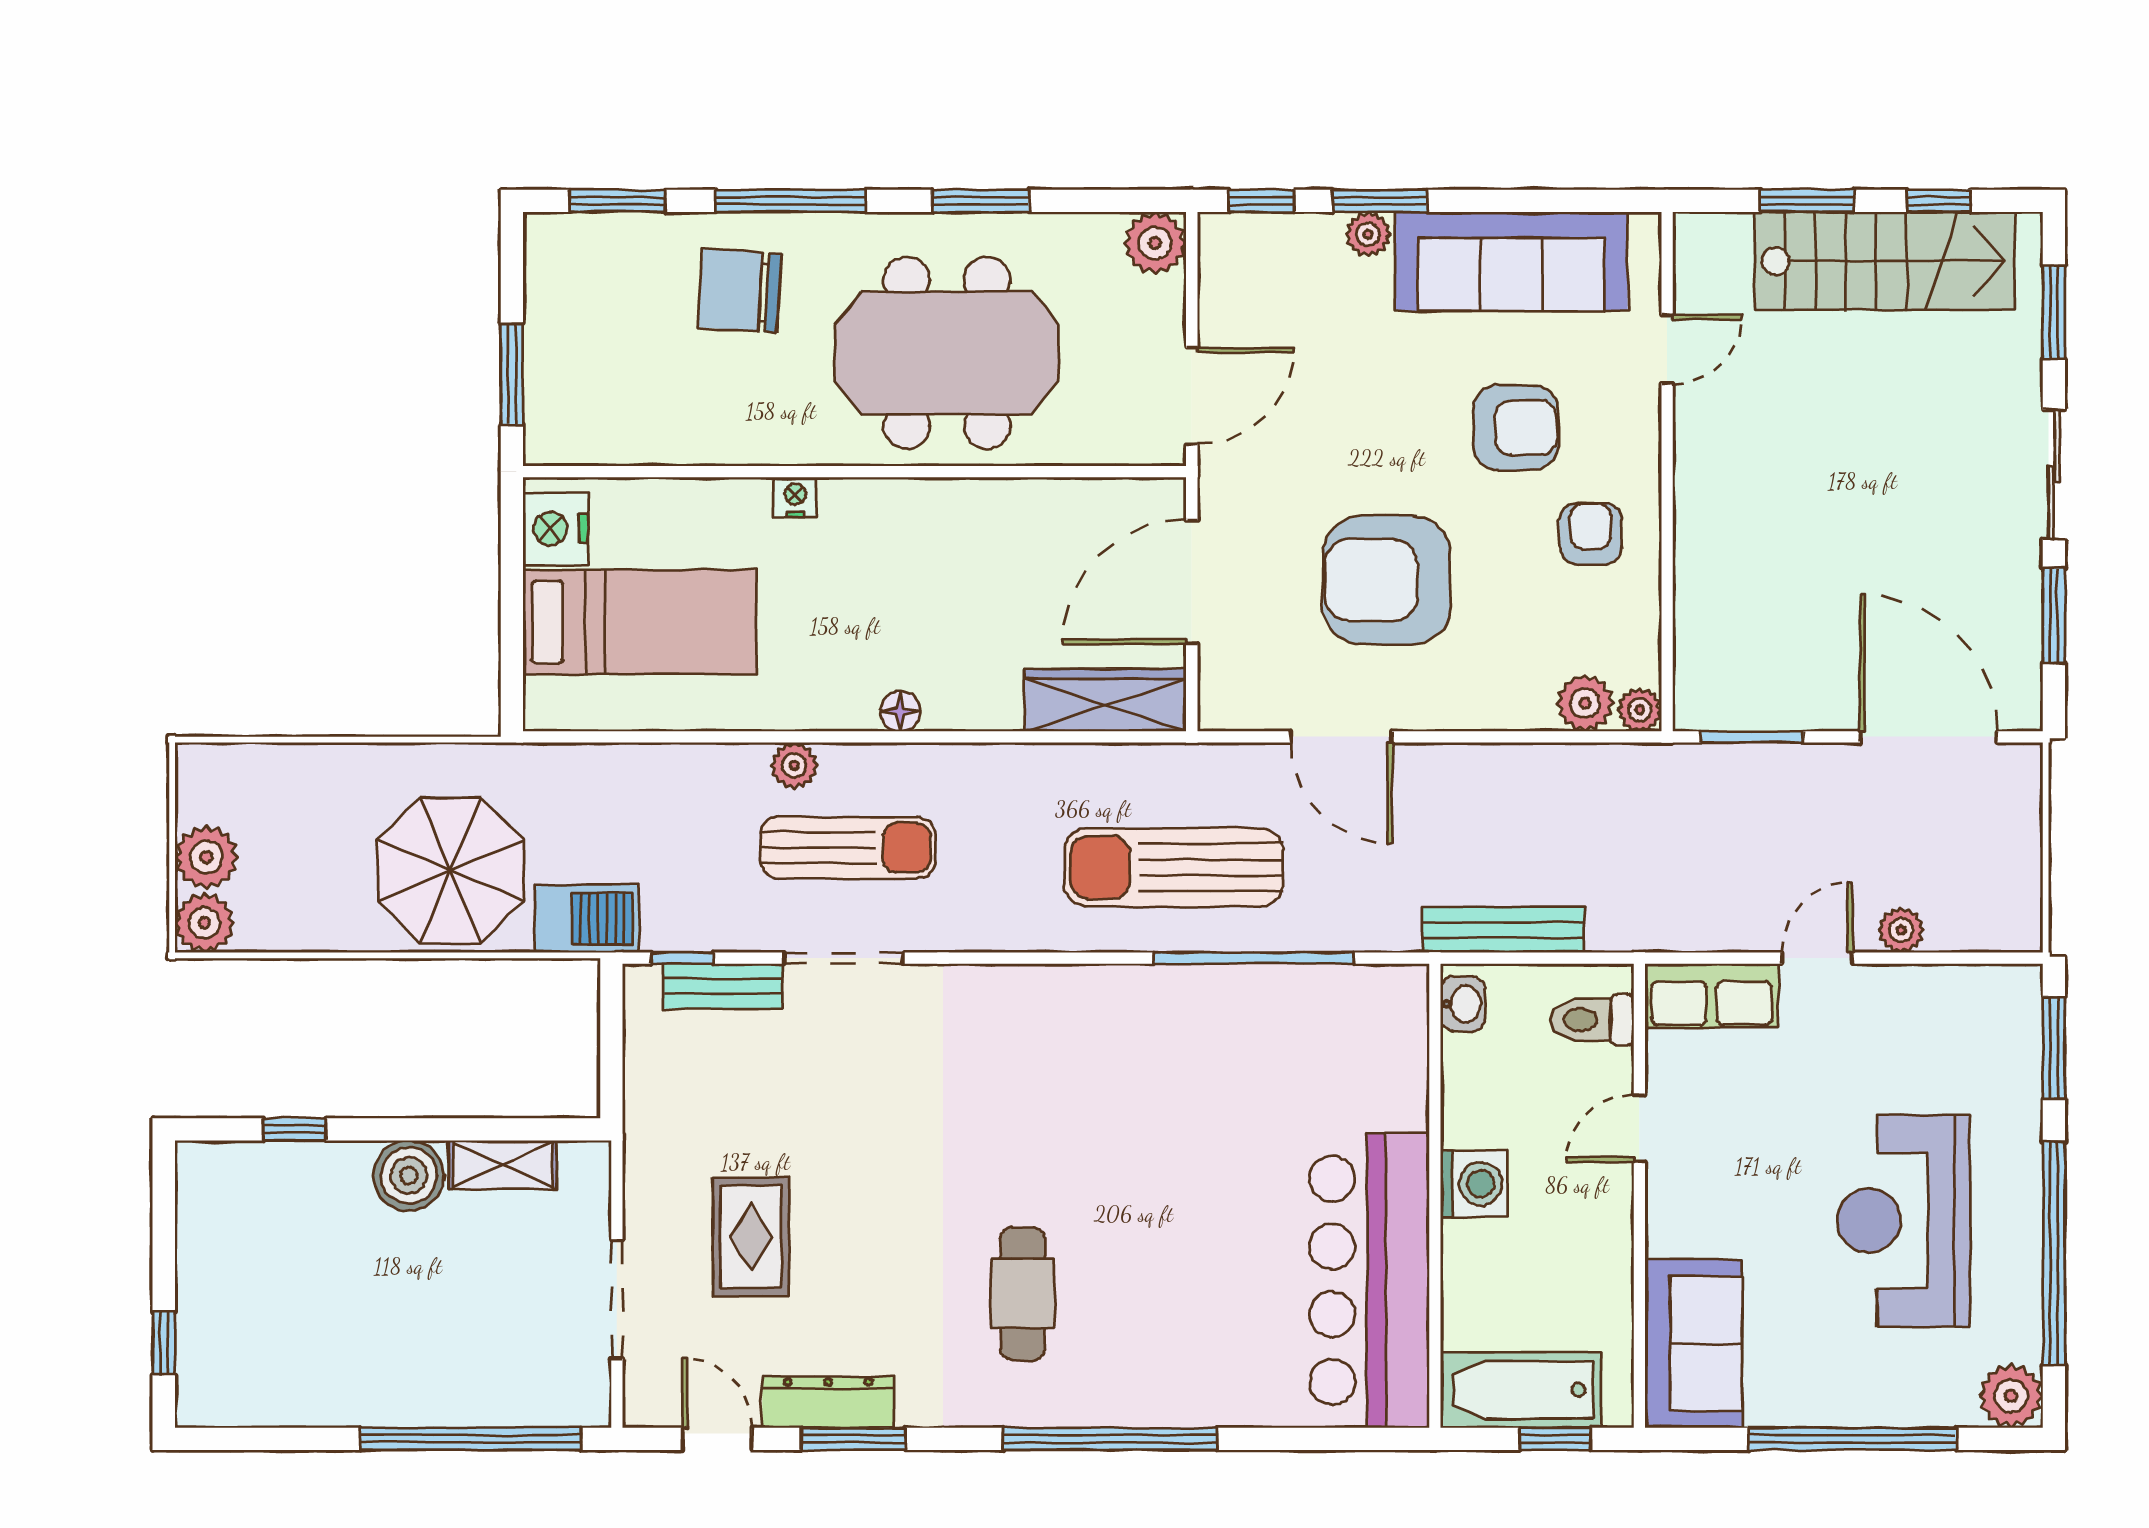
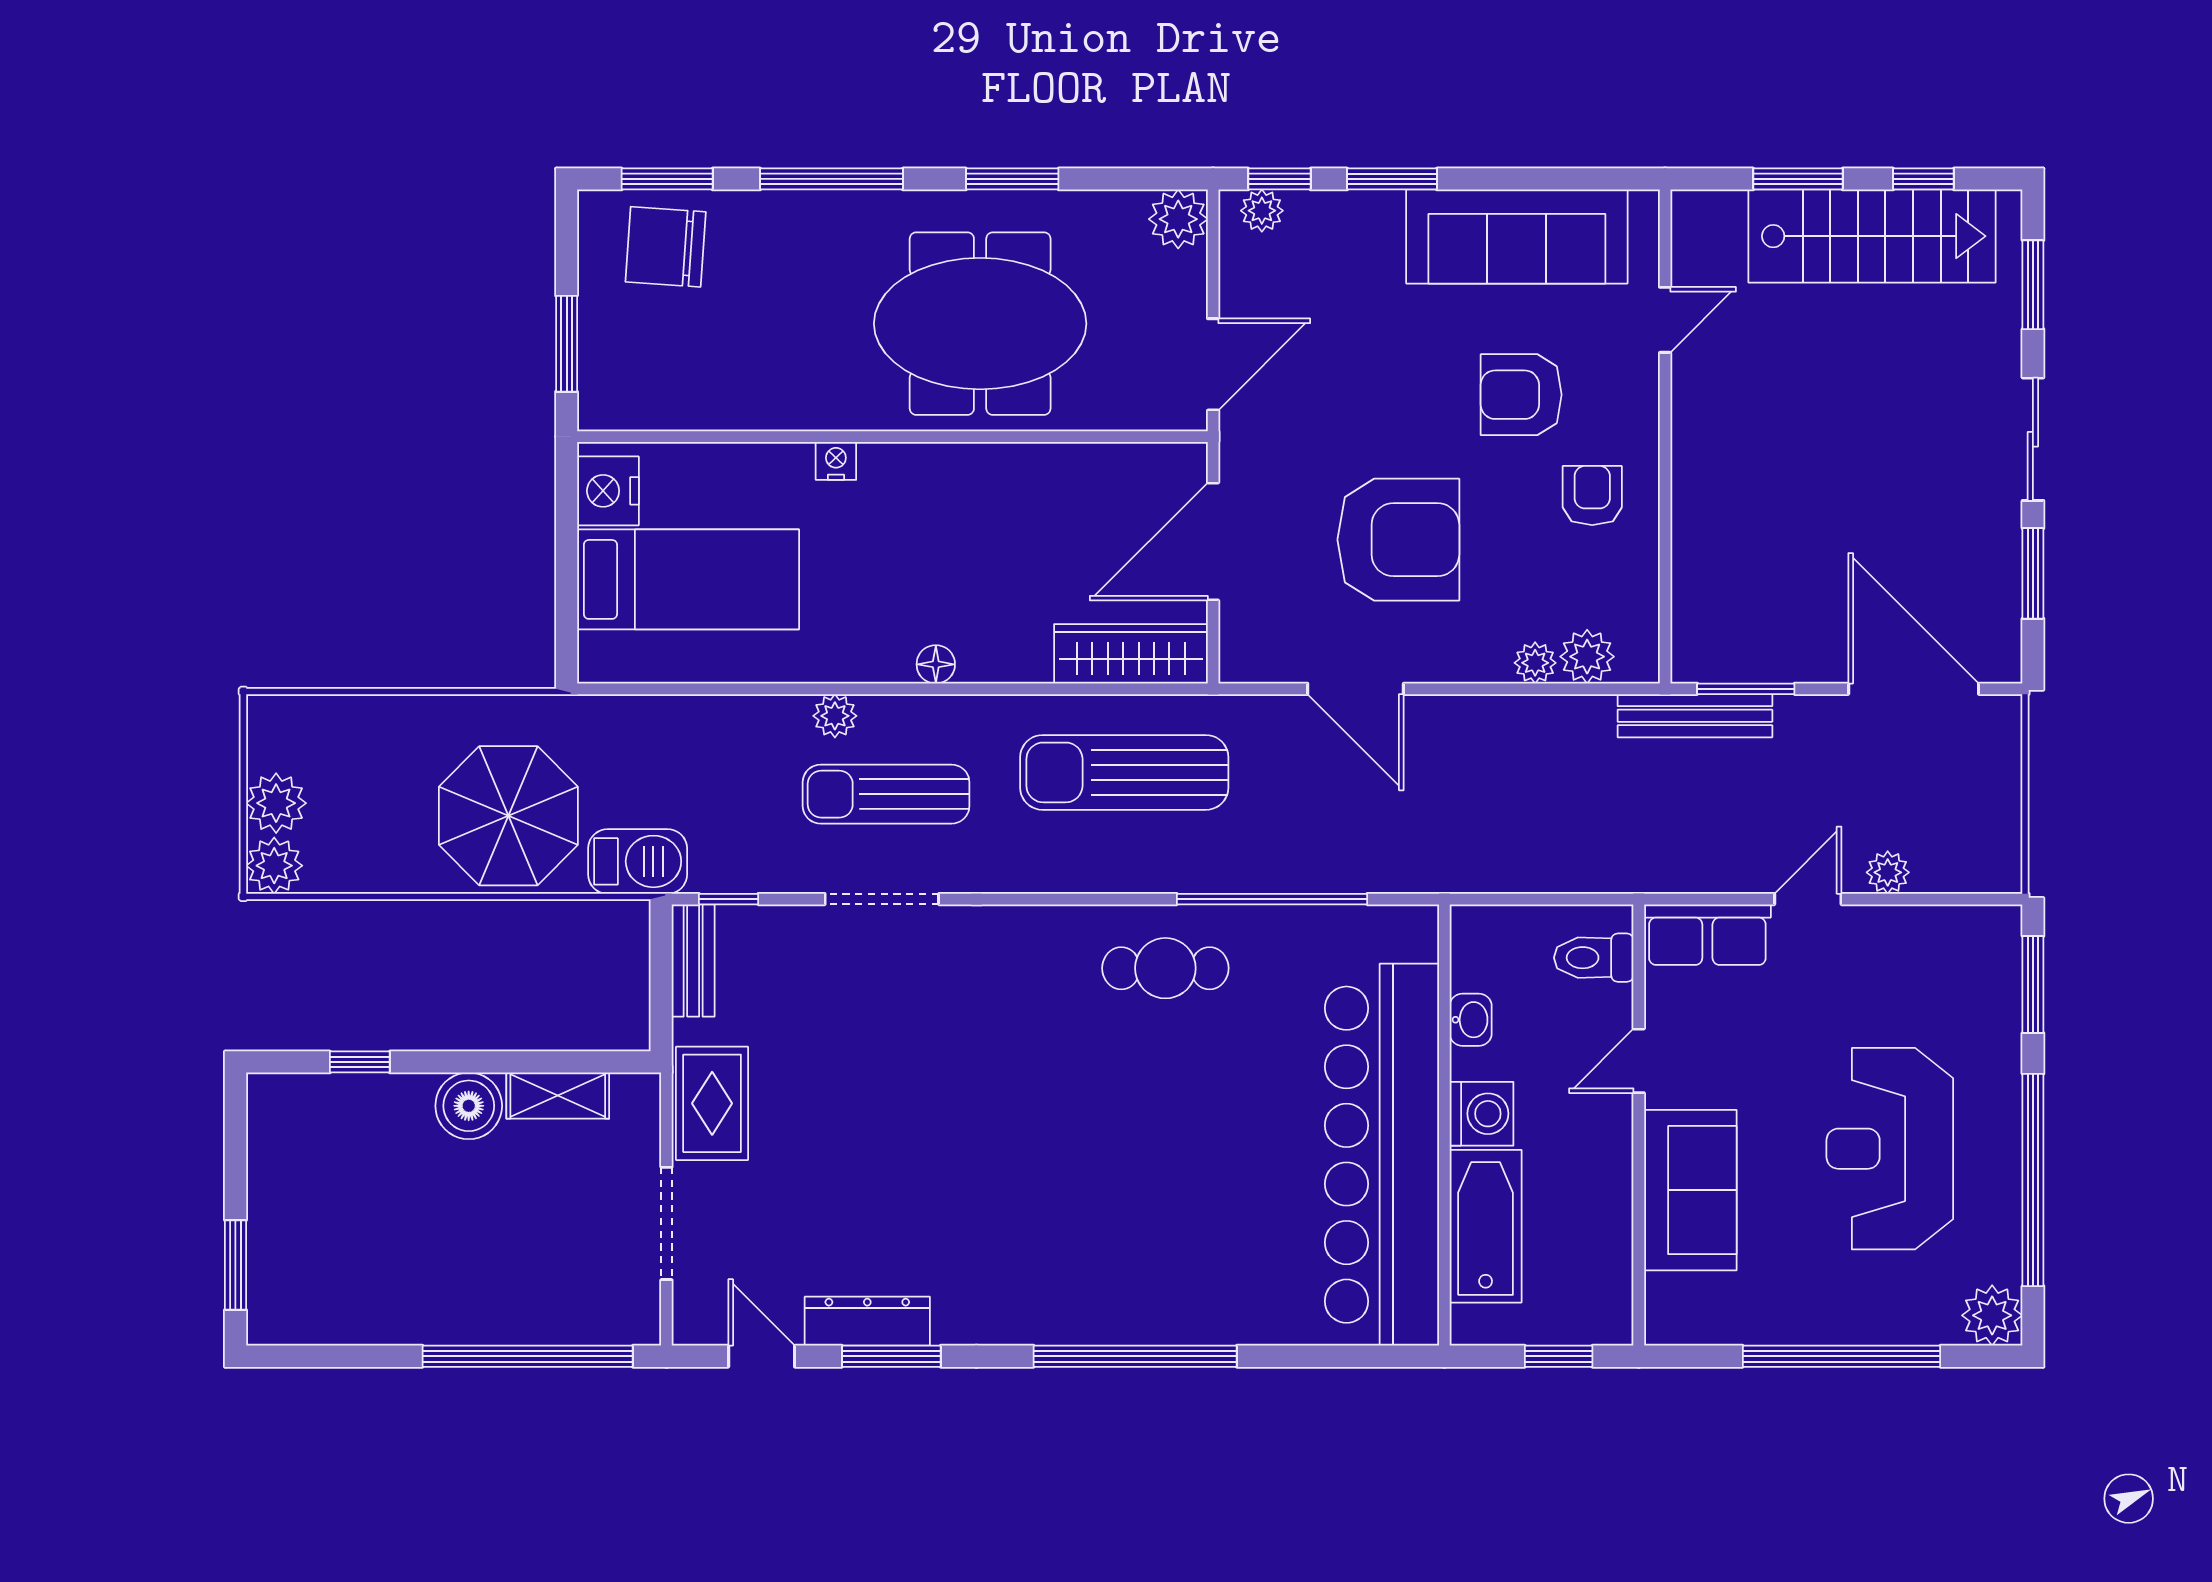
plant: (1368, 234) -> (1262, 211), moved
chair: (740, 291) -> (666, 247), moved
armchair: (1516, 428) -> (1521, 395), turned 180
armchair: (1387, 580) -> (1398, 540), turned 180
plant: (1640, 710) -> (1535, 663), moved
sun lounger: (848, 848) -> (886, 794), turned 180
sun lounger: (1174, 867) -> (1124, 772), moved
bench: (1503, 930) -> (1695, 716), moved
bench: (723, 986) -> (693, 960), moved, turned 90
washbasin: (1463, 1004) -> (1471, 1020), moved
rug: (751, 1237) -> (712, 1103), moved
bar counter: (1369, 1280) -> (1382, 1155), width x1.36
cafe table: (1023, 1293) -> (1165, 968), moved, turned 90
window: (164, 1343) -> (235, 1265), width x1.50
sofa: (1694, 1344) -> (1690, 1190), moved
bathtub: (1521, 1390) -> (1486, 1226), moved, turned 90

